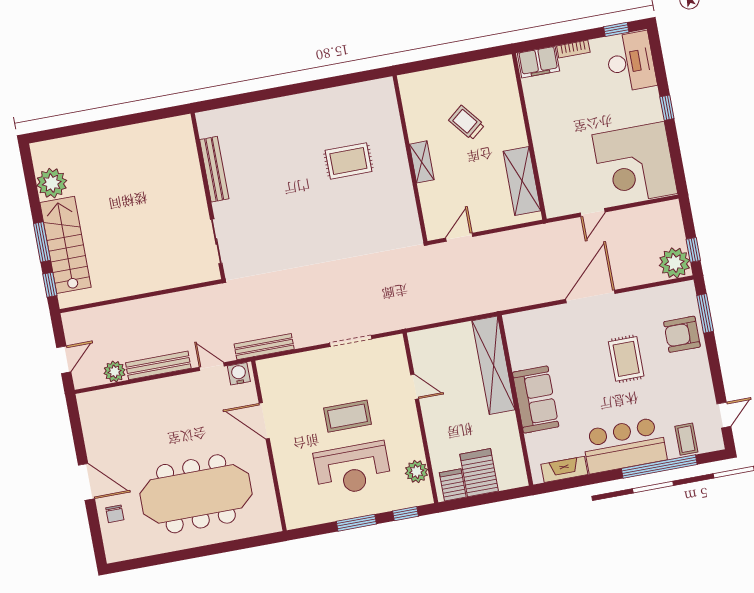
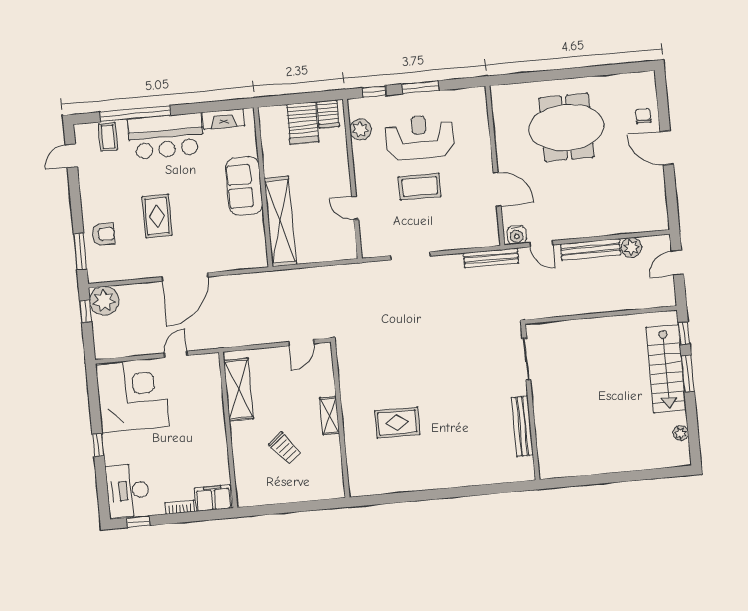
plant: (52, 183) -> (681, 433), width x0.53, depth x0.53
armchair: (682, 334) -> (103, 234), width x0.72, depth x0.72
meeting table: (196, 494) -> (566, 127), width x0.73

